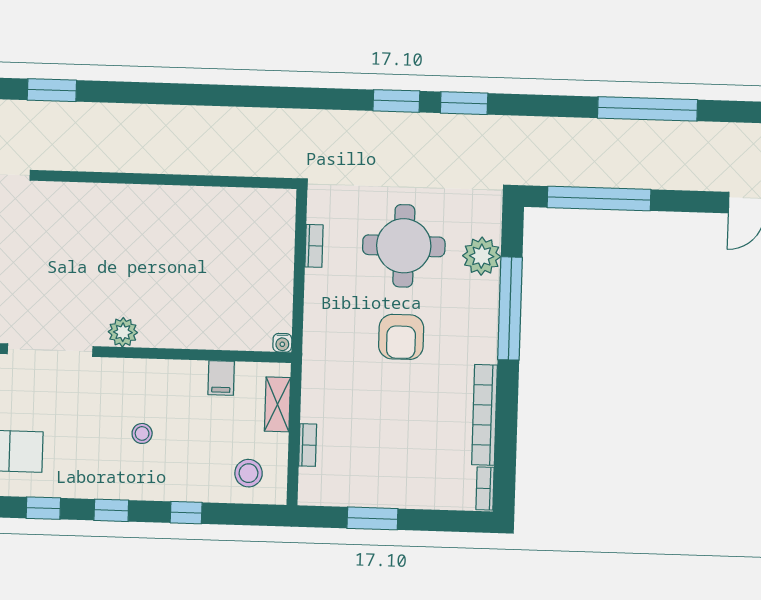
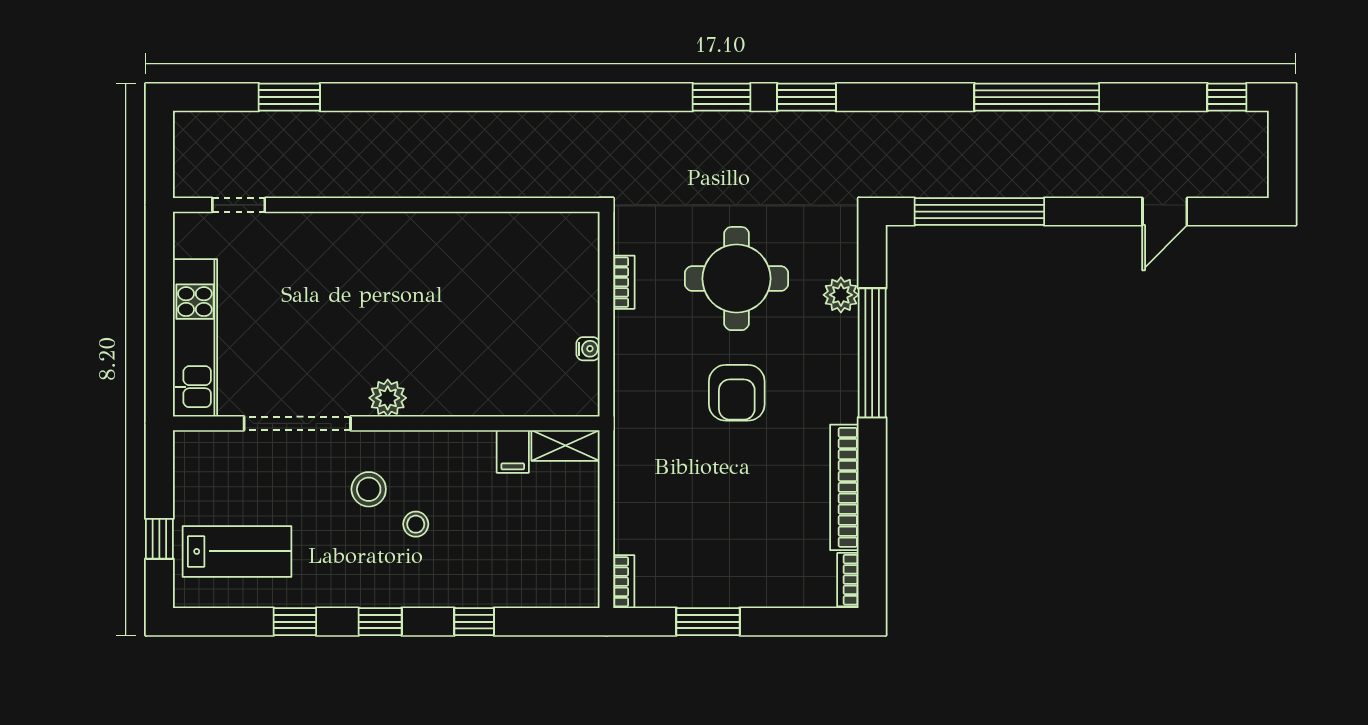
plant: (482, 256) -> (841, 295), width x0.73, depth x0.73
water cooler: (282, 343) -> (588, 349), moved, turned -90
shelving: (277, 404) -> (566, 445), moved, turned 90
bookcase: (308, 445) -> (624, 582), moved
stool: (249, 473) -> (369, 489), moved

